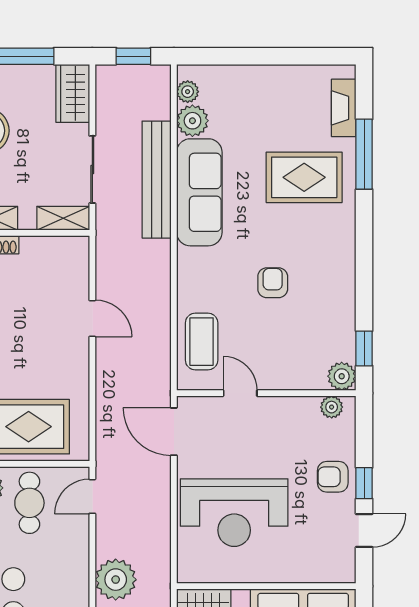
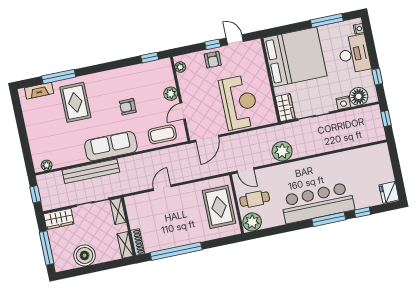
plant: (192, 121) -> (60, 160), removed
sofa: (199, 192) -> (111, 146), moved
plant: (342, 376) -> (171, 94), moved

